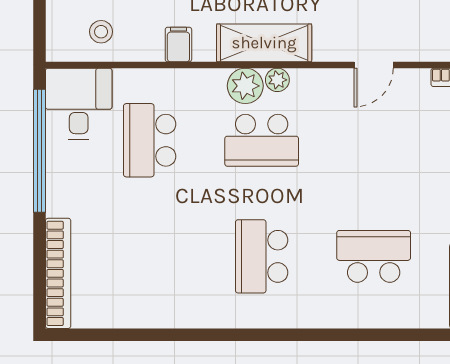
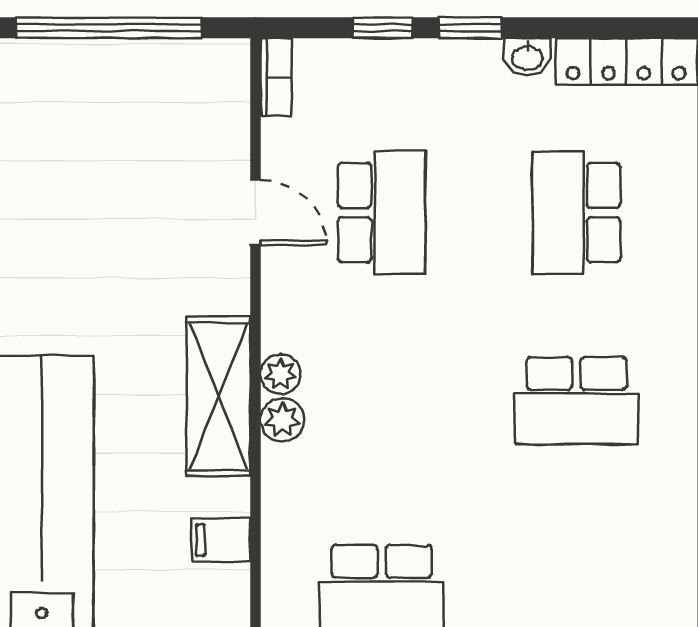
plant: (245, 86) -> (282, 420), width x0.73, depth x0.73
school desk: (262, 140) -> (382, 213), moved

